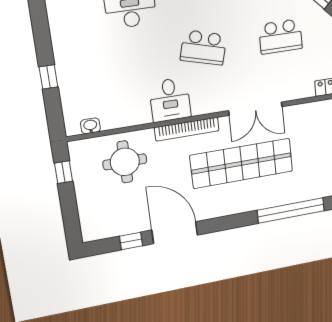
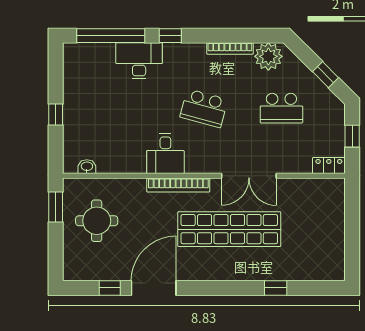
round table: (125, 162) -> (97, 221), moved
window: (64, 172) -> (56, 207), width x1.50
window: (291, 210) -> (276, 288), width x0.32
door: (175, 233) -> (154, 288), hinge flipped

